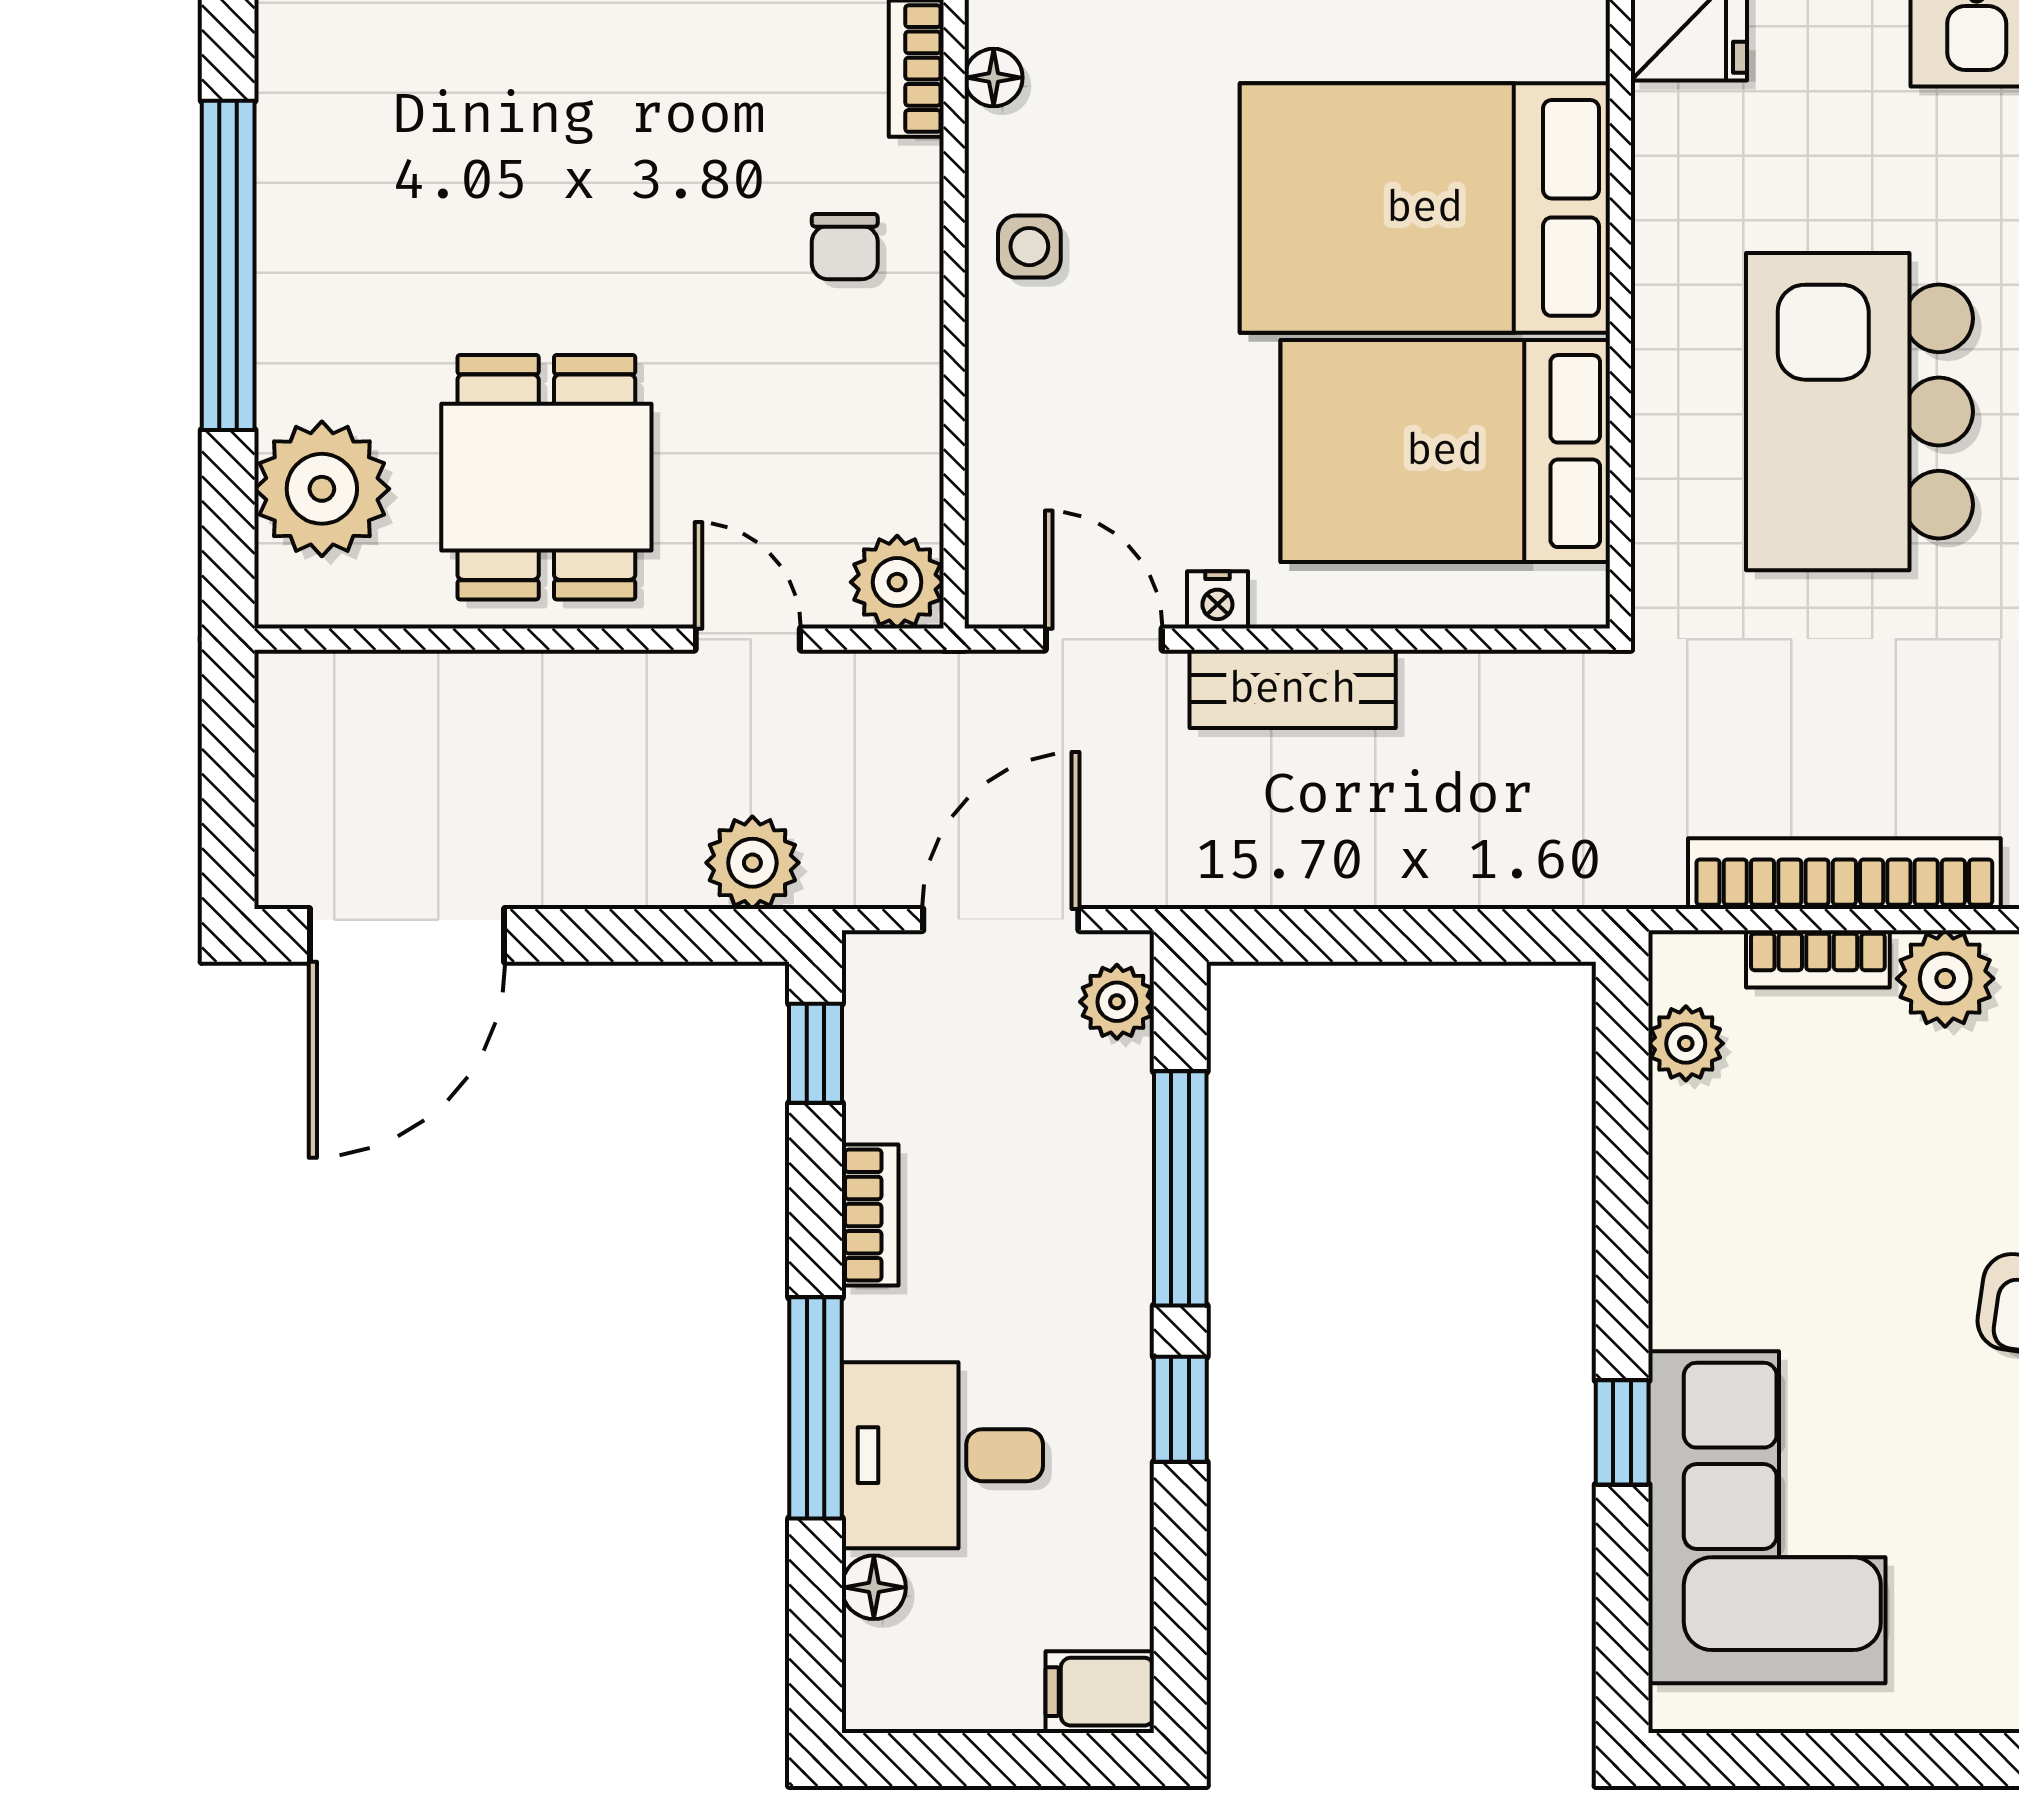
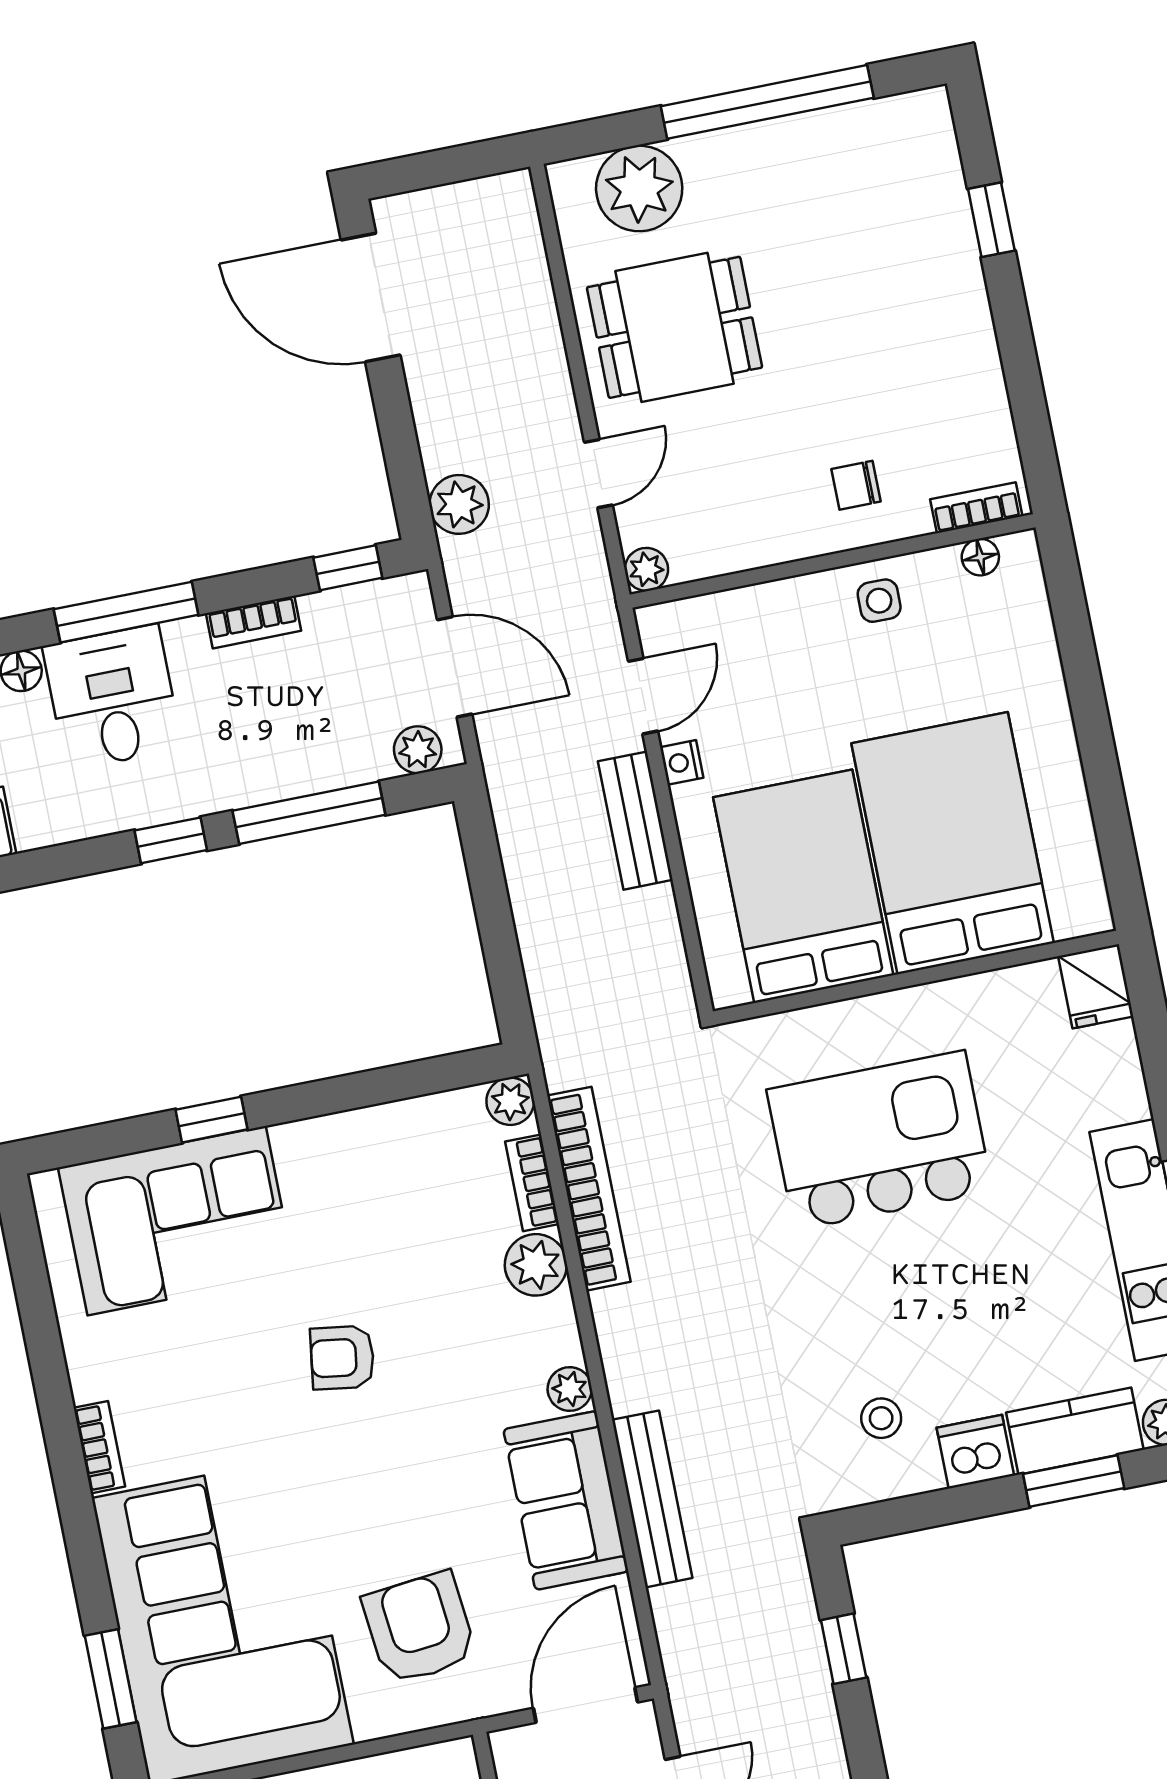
plant: (897, 582) -> (646, 569), width x0.73, depth x0.73
plant: (1686, 1043) -> (510, 1101), moved

